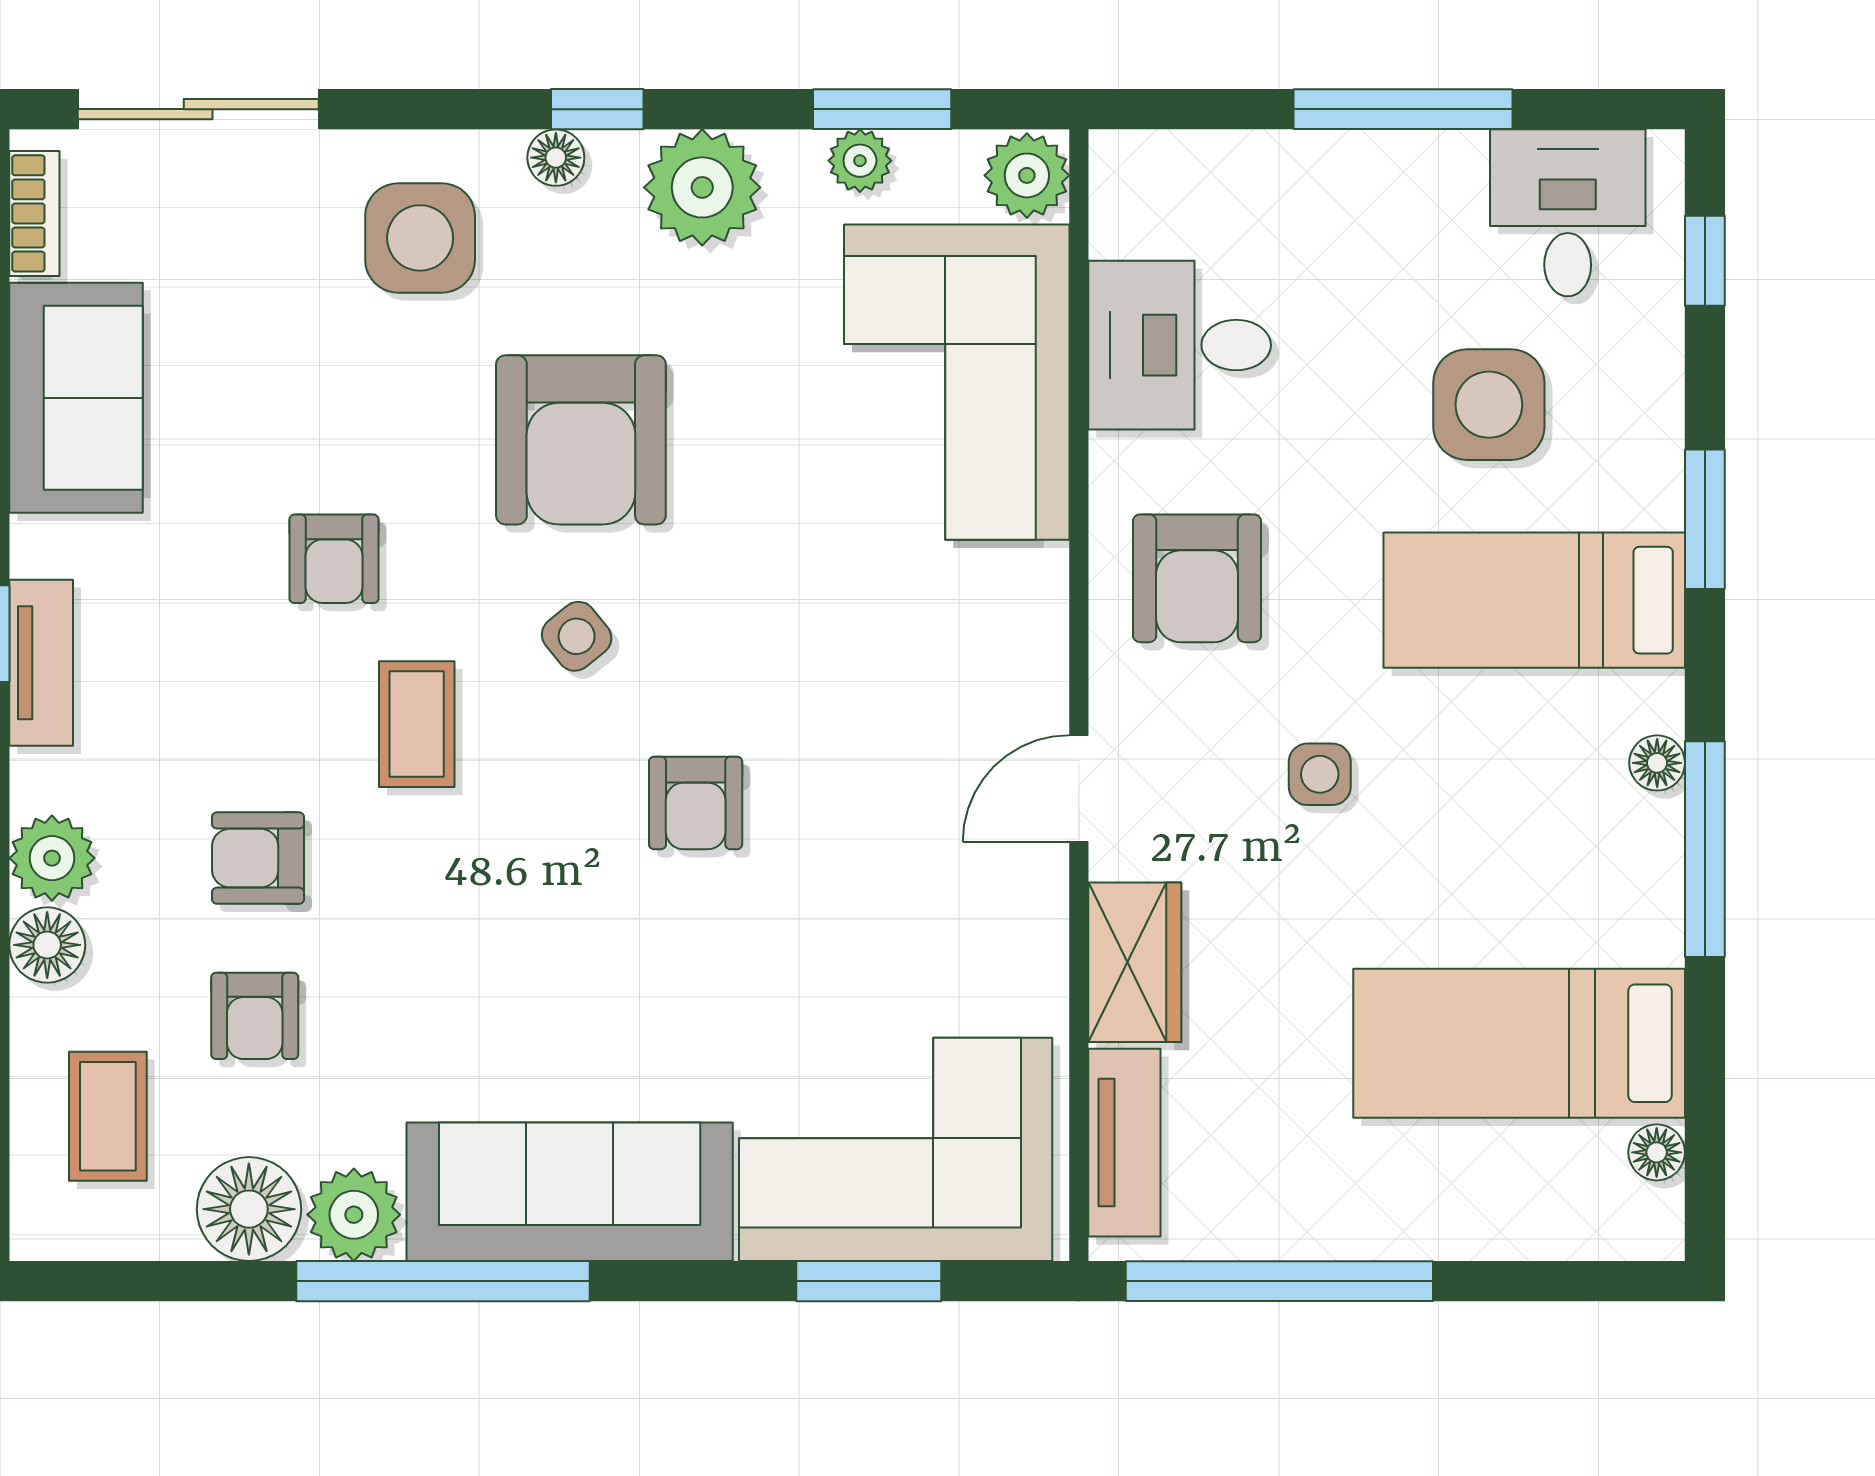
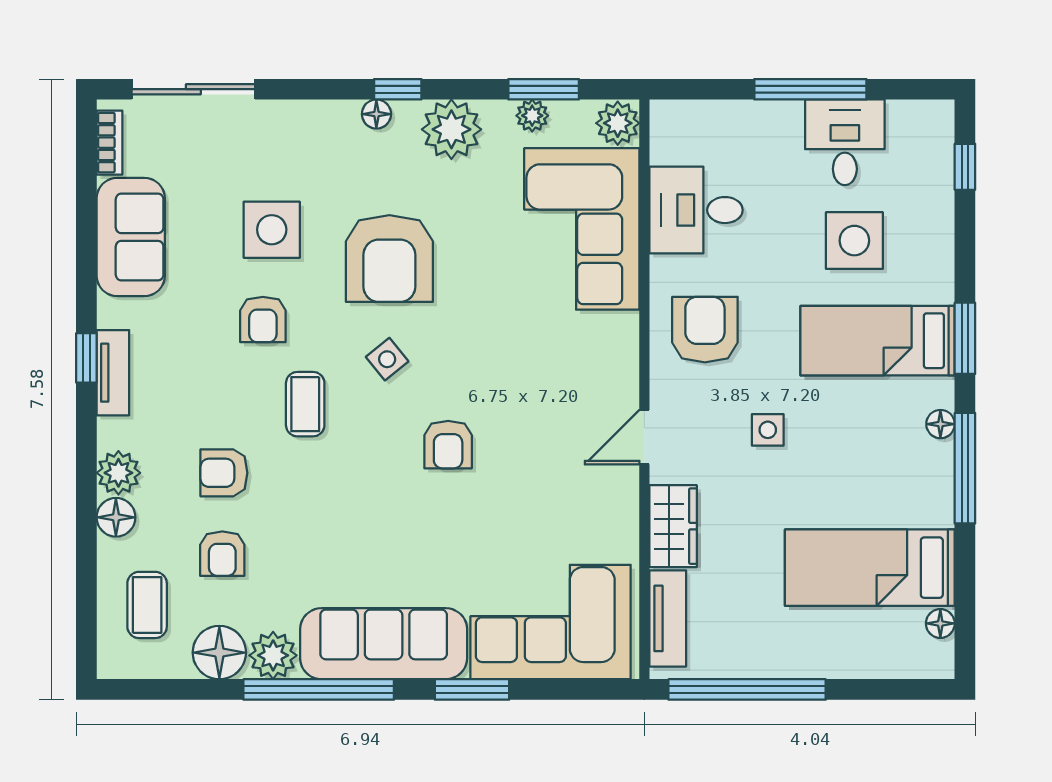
desk: (1568, 213) -> (845, 142), moved
side table: (420, 238) -> (272, 230), moved
window: (1705, 519) -> (965, 338), moved
armchair: (1197, 578) -> (705, 330), turned 180
window: (869, 1281) -> (472, 689), moved

